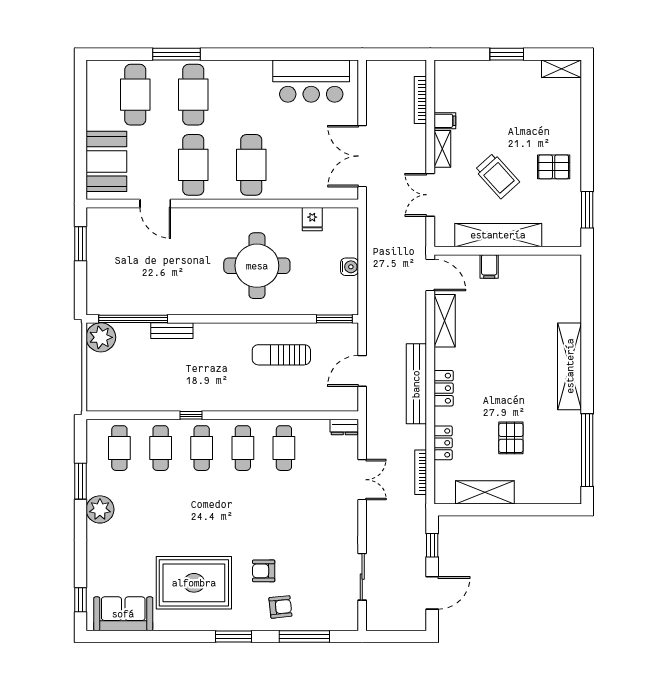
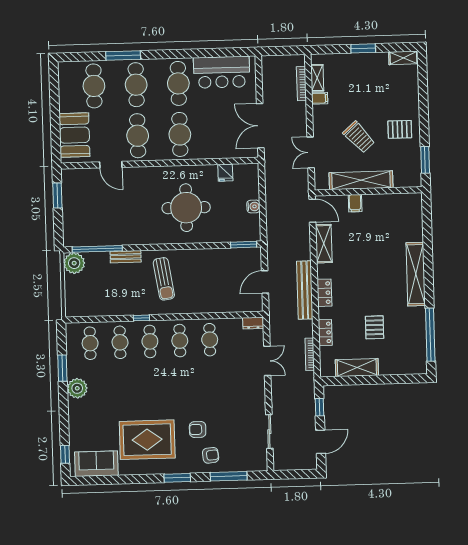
cafe table: (251, 95) -> (178, 83), added
shelving: (442, 149) -> (317, 78), moved
sun lounger: (281, 355) -> (164, 279), moved, turned -99

